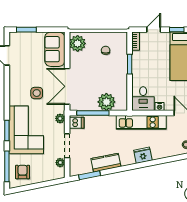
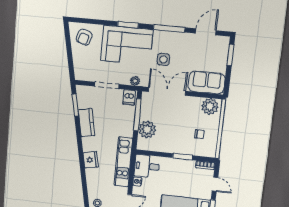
plant: (60, 163) -> (91, 77), removed
window: (7, 166) -> (169, 28), moved
armchair: (23, 172) -> (84, 37), turned 108

